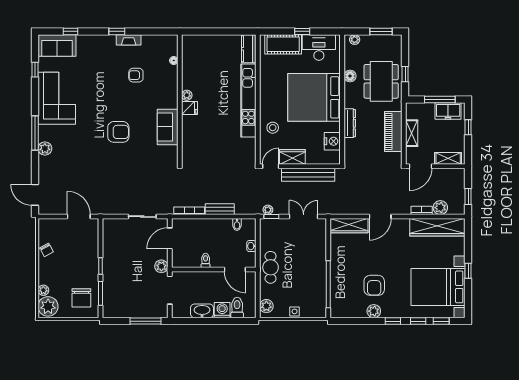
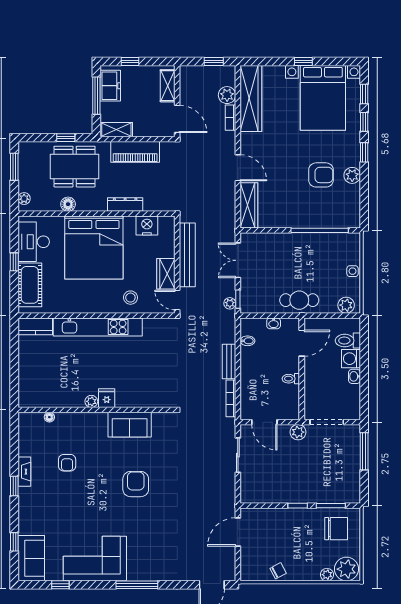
shelving: (412, 133) -> (116, 130), moved
plant: (45, 149) -> (156, 573), removed
washbasin: (202, 311) -> (354, 376), width x0.52, depth x0.69

